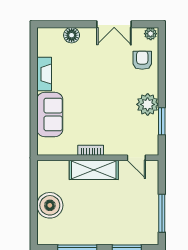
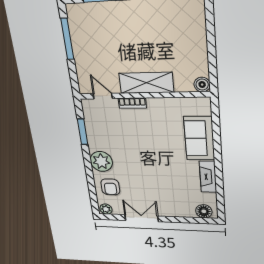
floor lamp: (72, 35) -> (204, 211), moved
plant: (148, 104) -> (101, 161), moved
bookcase: (91, 150) -> (132, 103), moved
boiler: (50, 205) -> (202, 85), moved, width x0.54, depth x0.54

